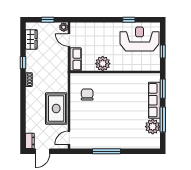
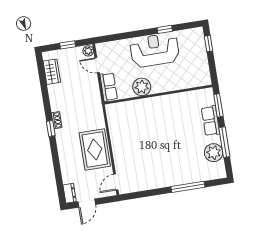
reception desk: (140, 39) -> (155, 50), moved
window: (163, 52) -> (209, 44), moved
window: (23, 63) -> (51, 128), moved
chair: (87, 95) -> (129, 127), removed
row of seats: (154, 100) -> (211, 121), width x0.68
window: (106, 151) -> (188, 187), moved

